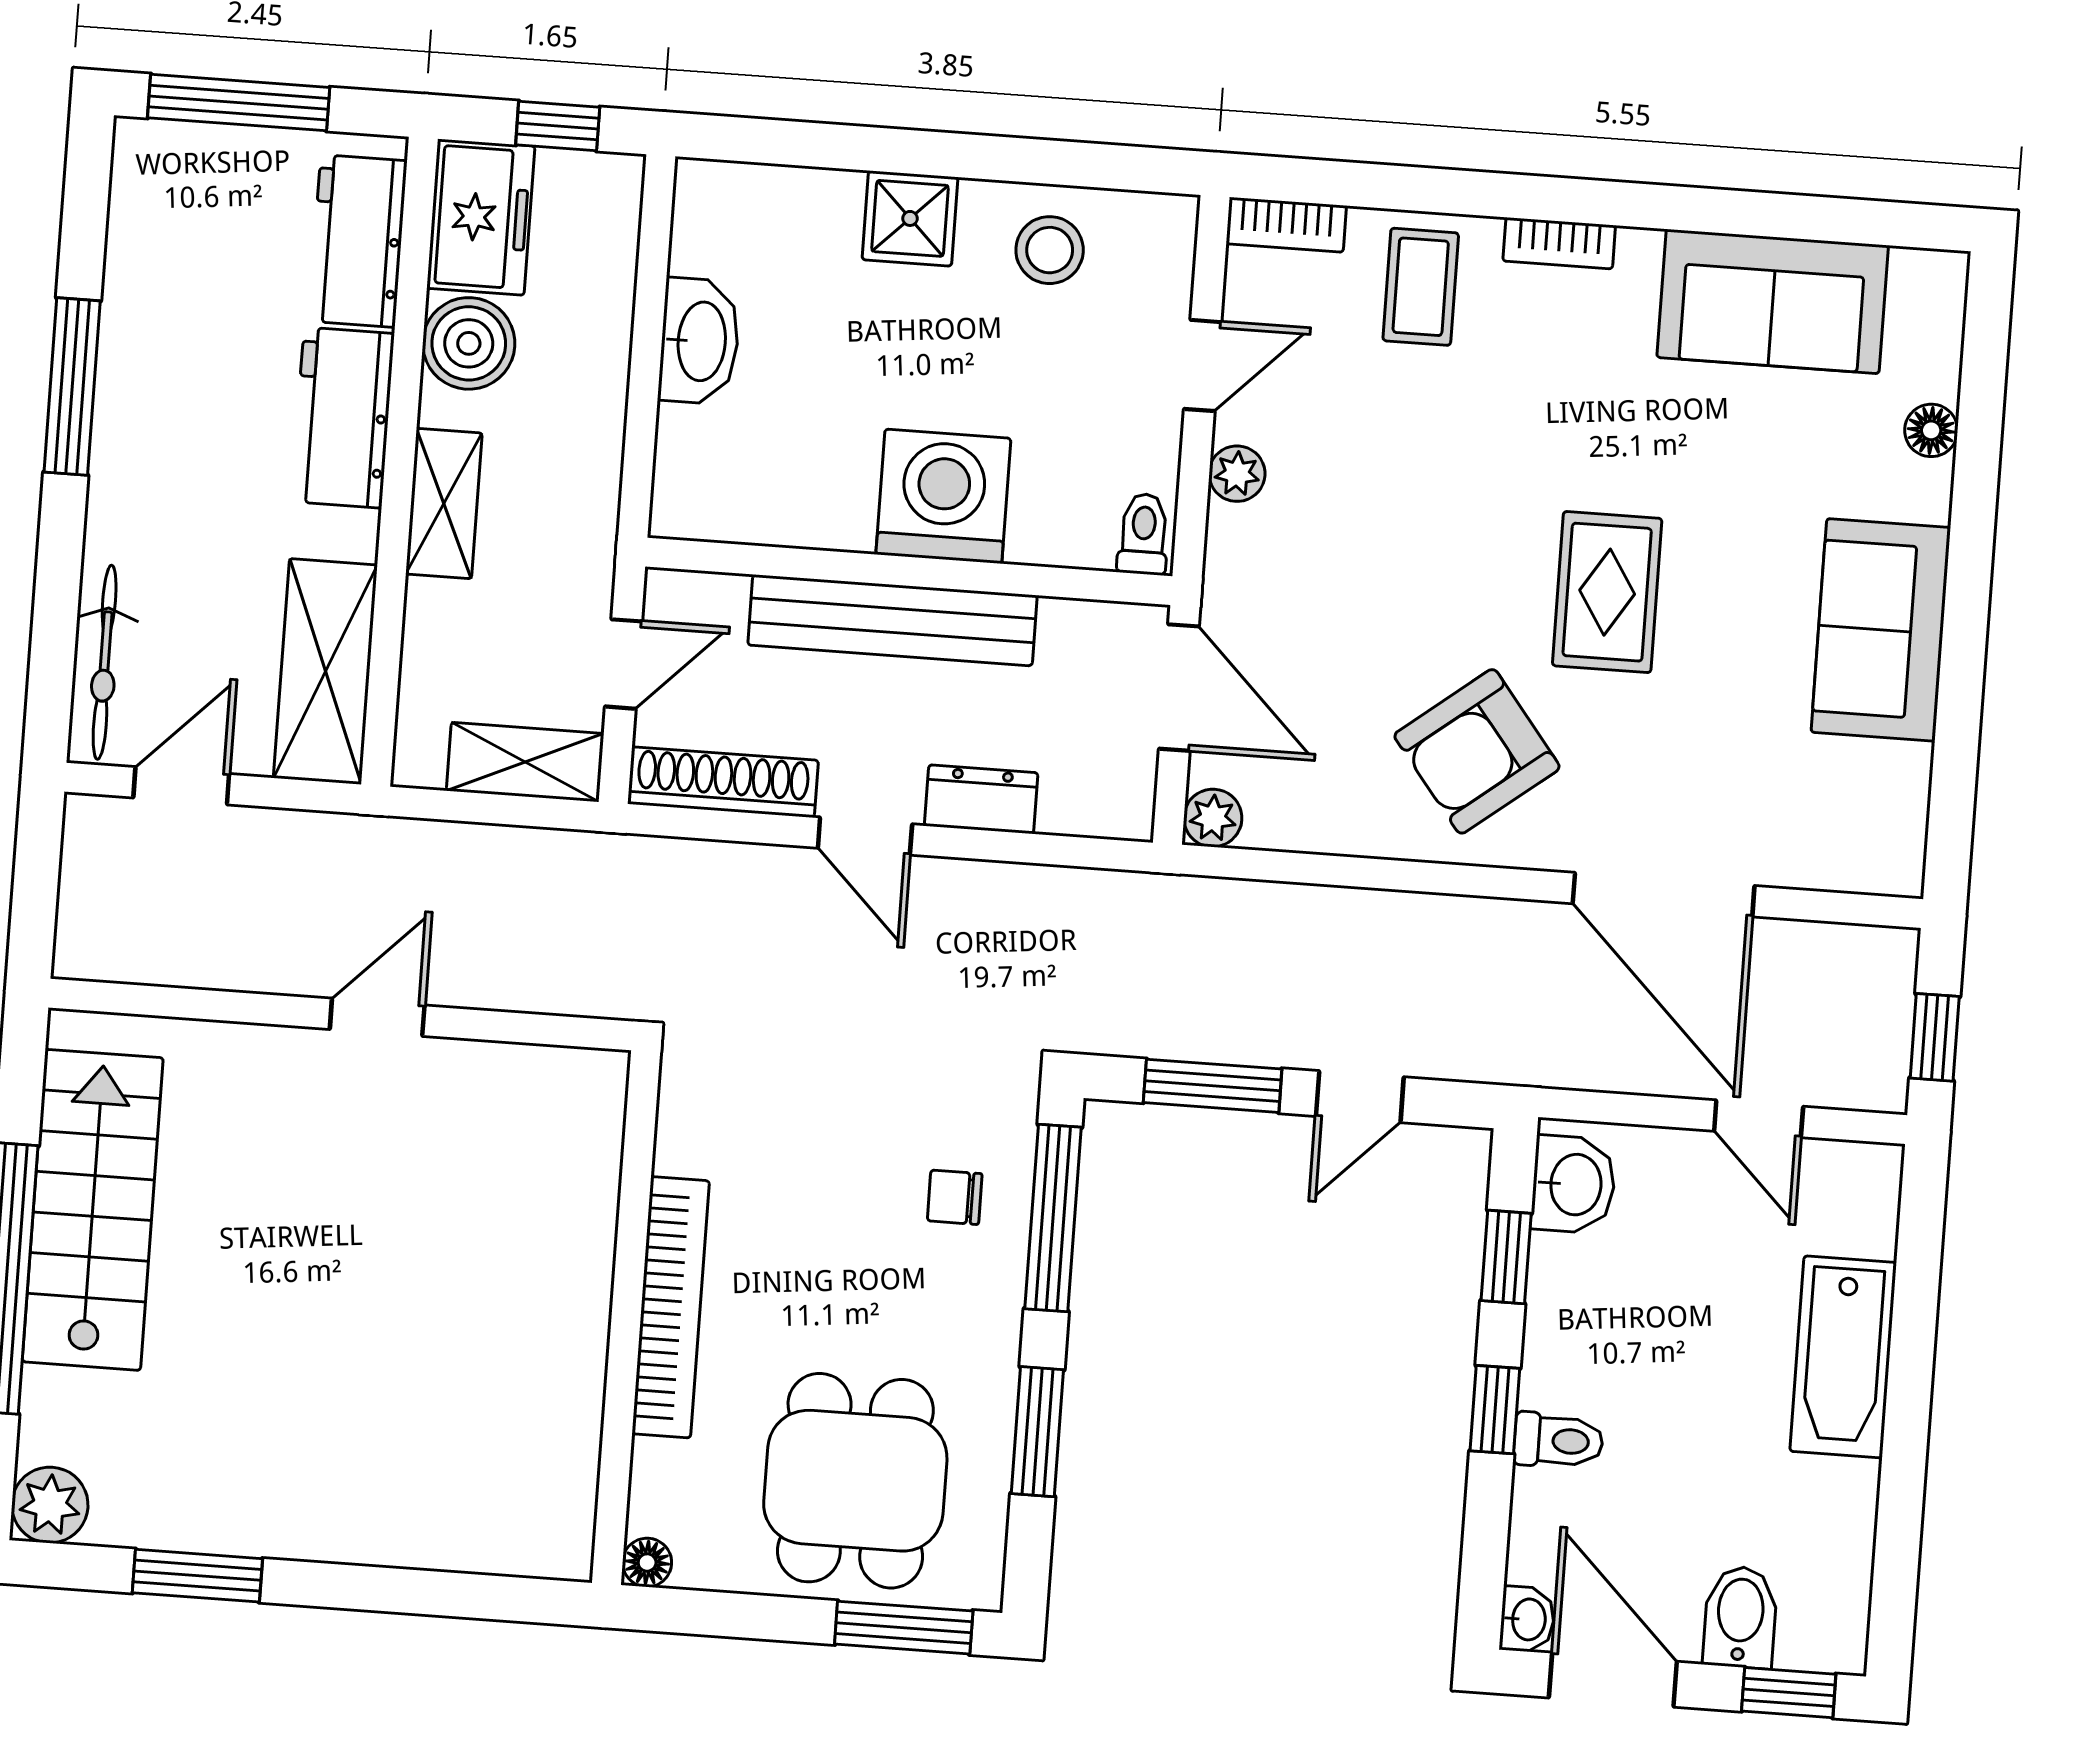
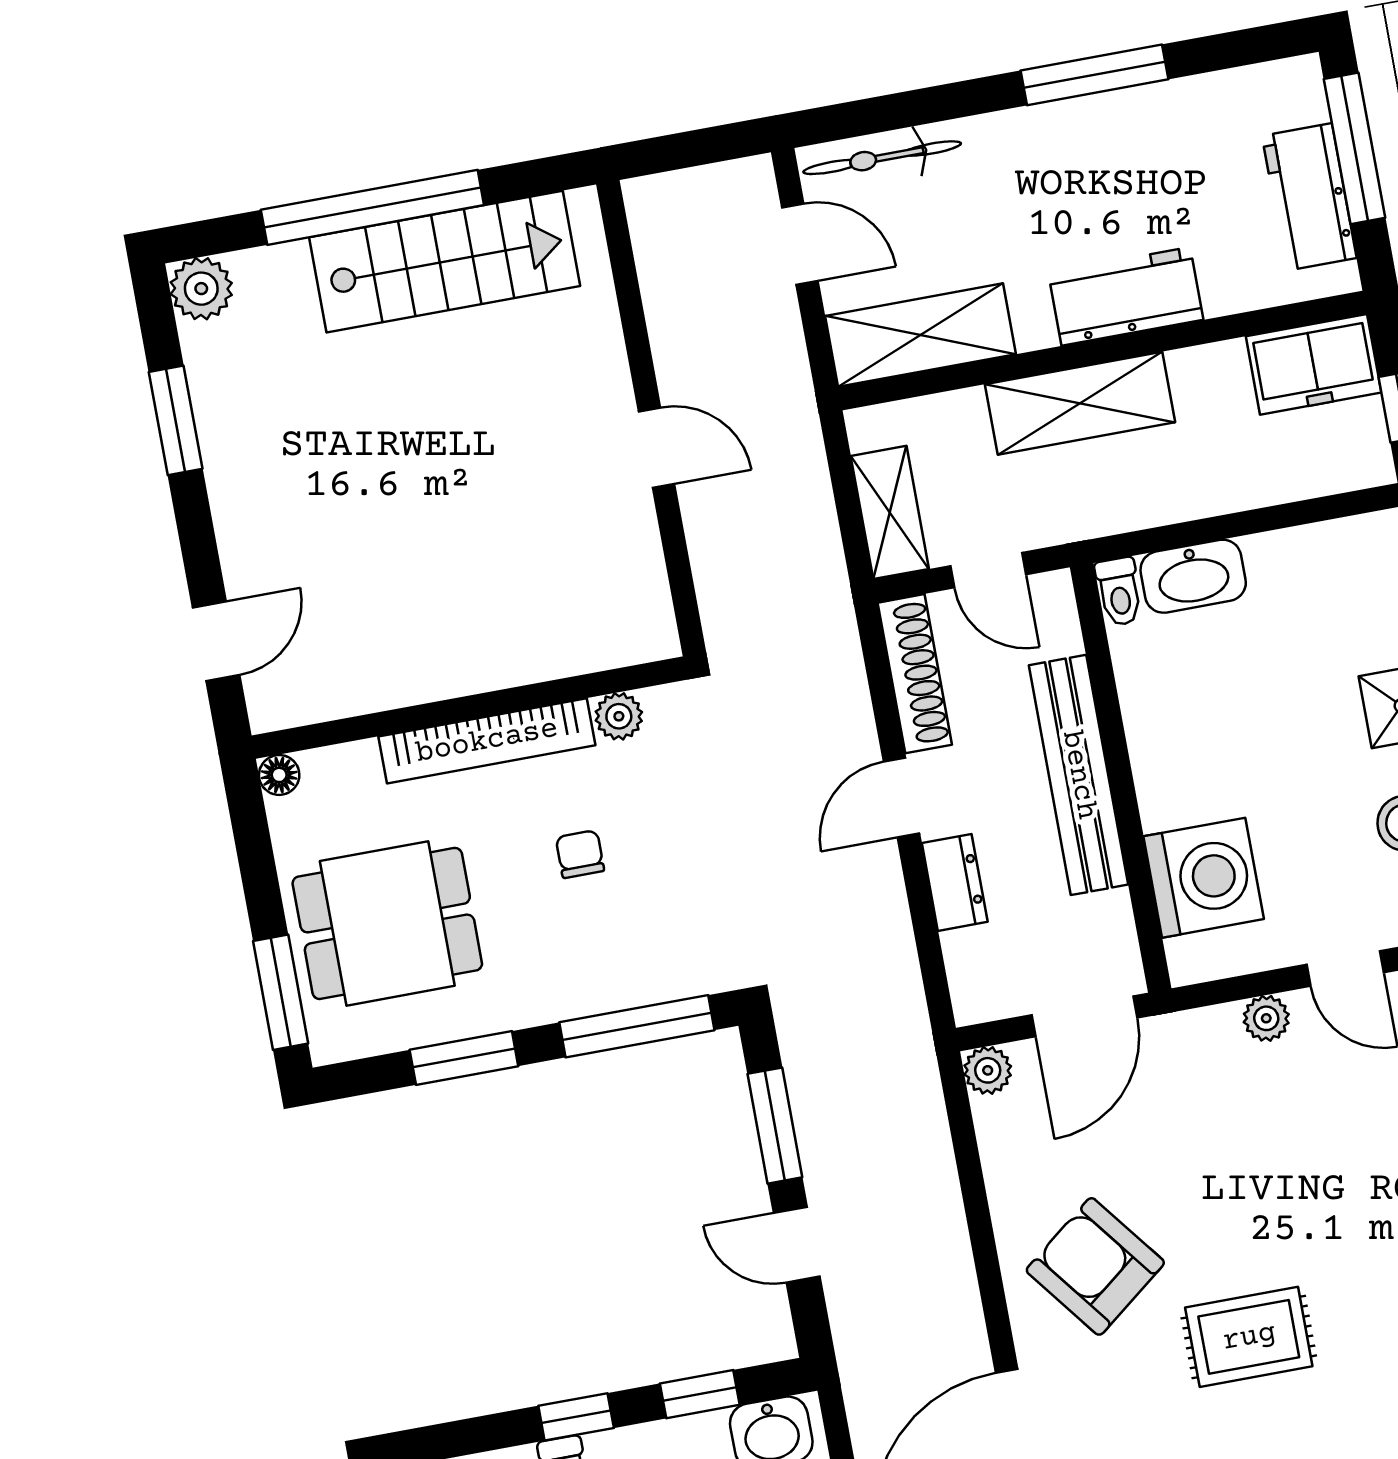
workbench: (358, 241) -> (1309, 197), moved, turned -90
washbasin: (700, 341) -> (1193, 576), moved
boiler: (469, 343) -> (1211, 381), removed
washing machine: (943, 496) -> (1204, 878), moved
shelving: (444, 504) -> (1080, 403), width x1.50, depth x1.33
toilet: (1143, 534) -> (1119, 592), moved, turned 90
plant: (682, 1144) -> (619, 716), added
chair: (955, 1197) -> (580, 854), moved
door: (470, 1596) -> (216, 641), added

